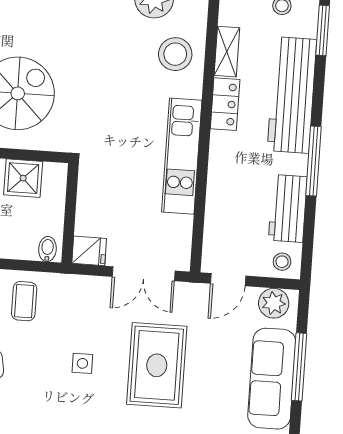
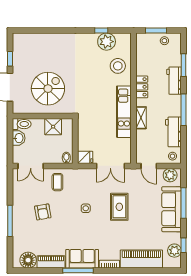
window: (323, 30) -> (184, 65), moved
shelving: (227, 52) -> (141, 118), moved
workbench: (292, 95) -> (174, 81), width x0.53, depth x0.76
door: (228, 280) -> (149, 166), hinge flipped
rug: (157, 365) -> (119, 207), width x0.73, depth x0.70

